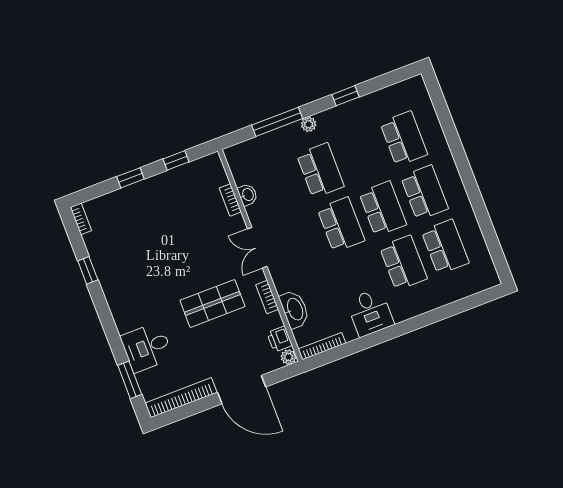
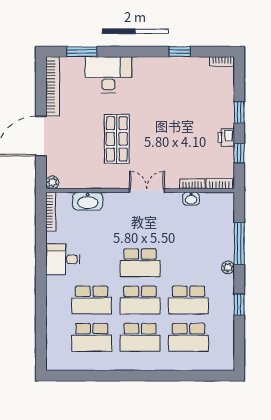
school desk: (320, 170) -> (188, 300), moved
bookcase: (267, 297) -> (219, 184), moved
printer: (280, 339) -> (226, 137), moved, turned -90
desk: (147, 347) -> (108, 75), width x1.37

